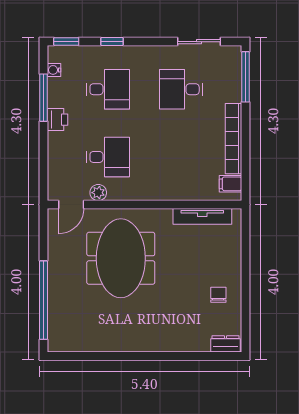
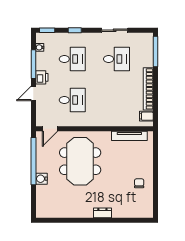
sliding door: (199, 42) -> (115, 30), moved
desk: (181, 89) -> (117, 59), turned 180
door: (44, 146) -> (33, 93), added
plant: (98, 193) -> (66, 121), removed
water cooler: (57, 287) -> (41, 179), added
window: (44, 300) -> (33, 161), moved
dresser: (226, 344) -> (102, 213), moved

